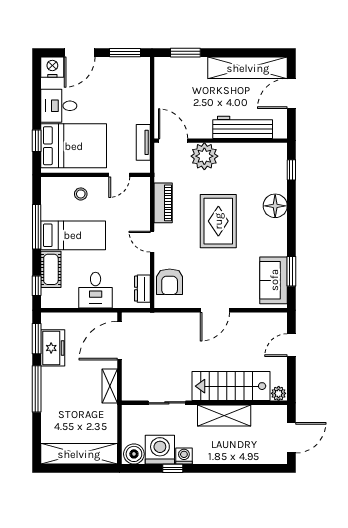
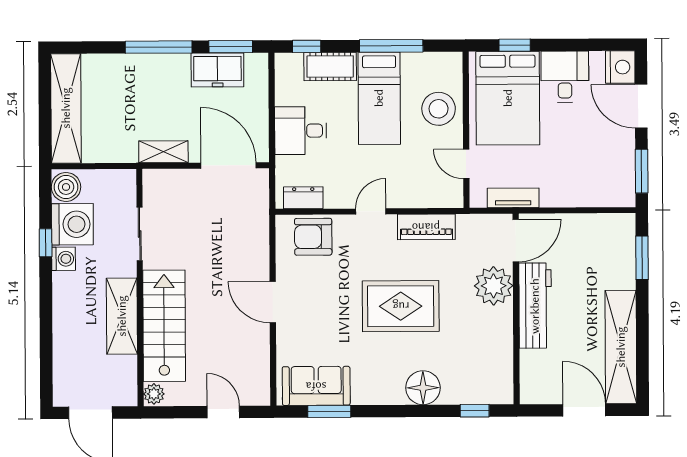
workbench: (243, 127) -> (535, 306), moved
stool: (81, 194) -> (439, 109), width x1.89, depth x1.89

